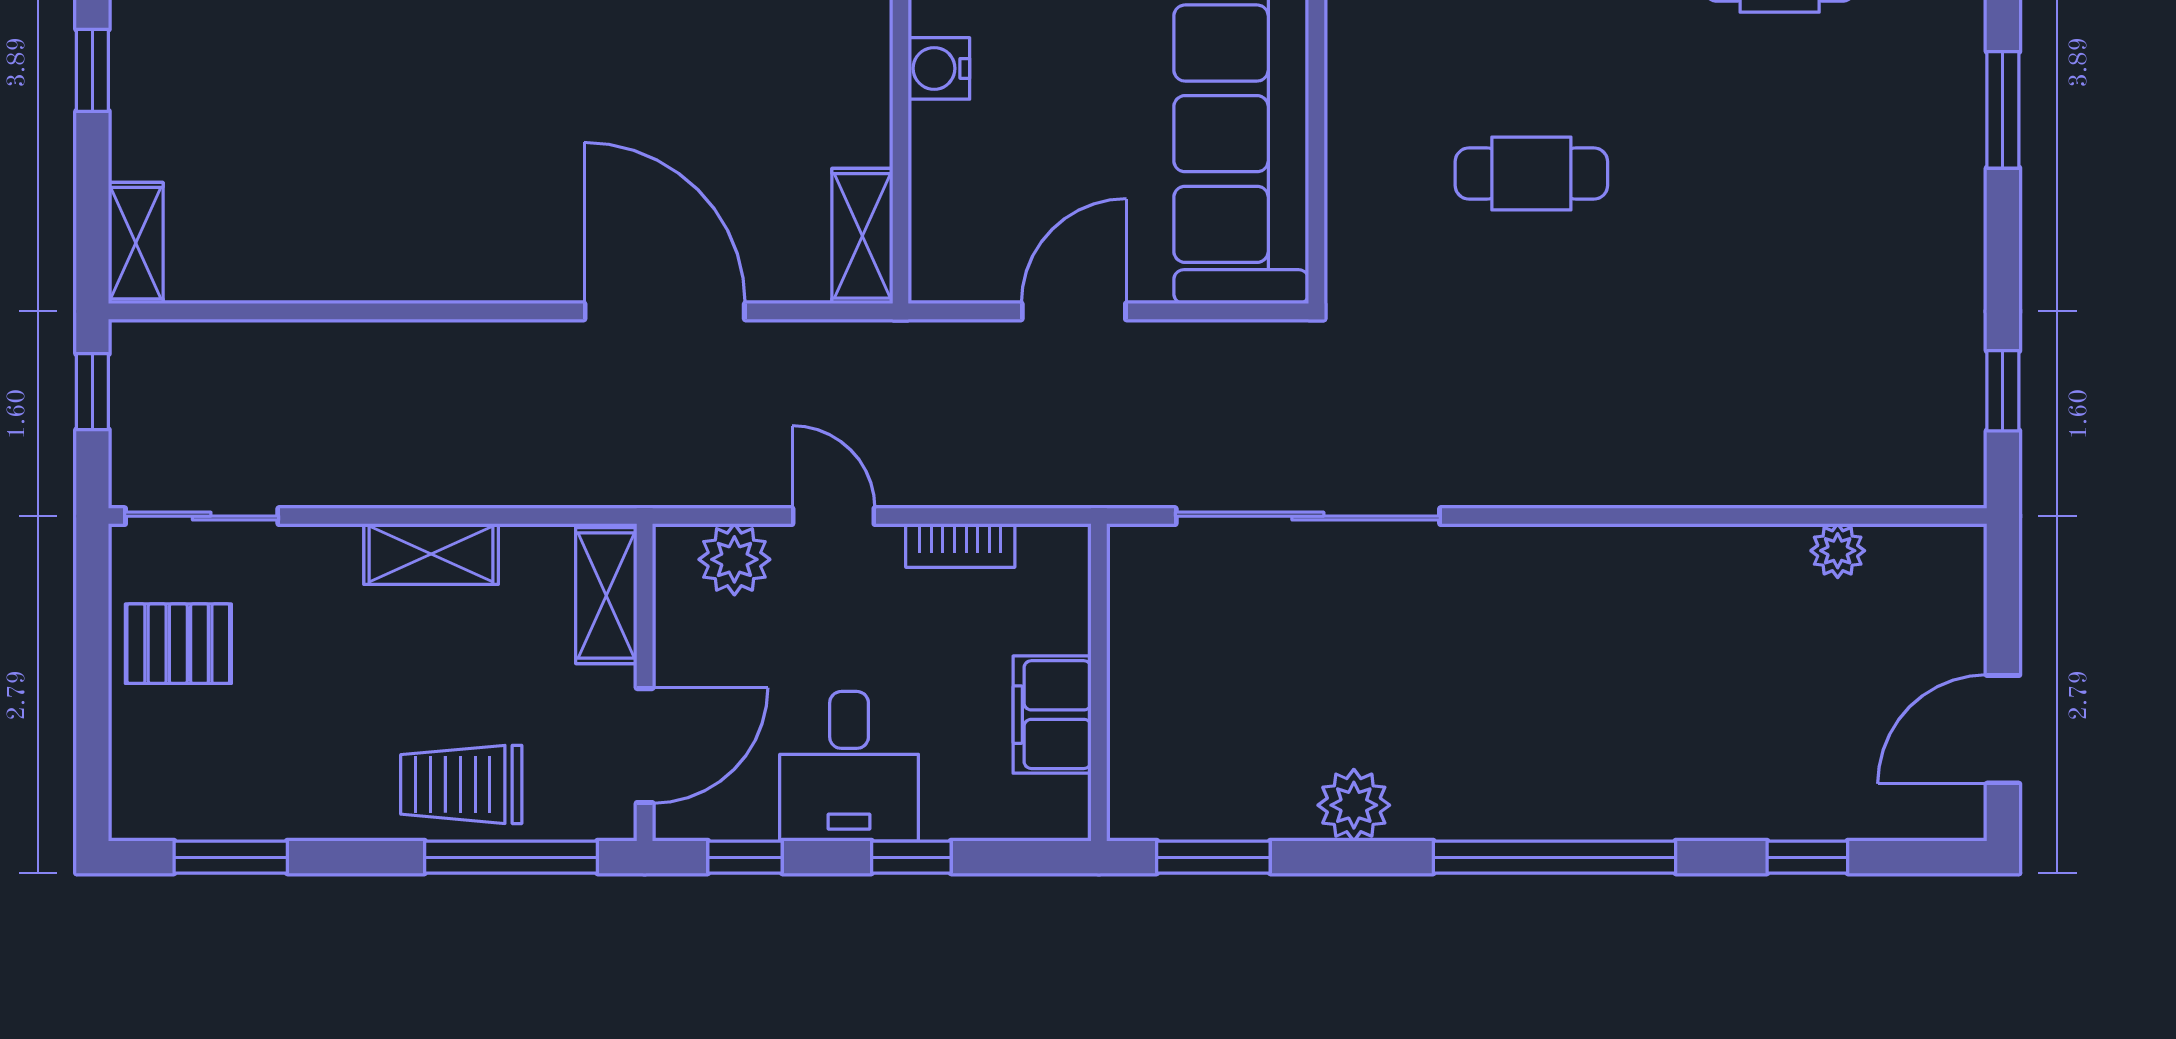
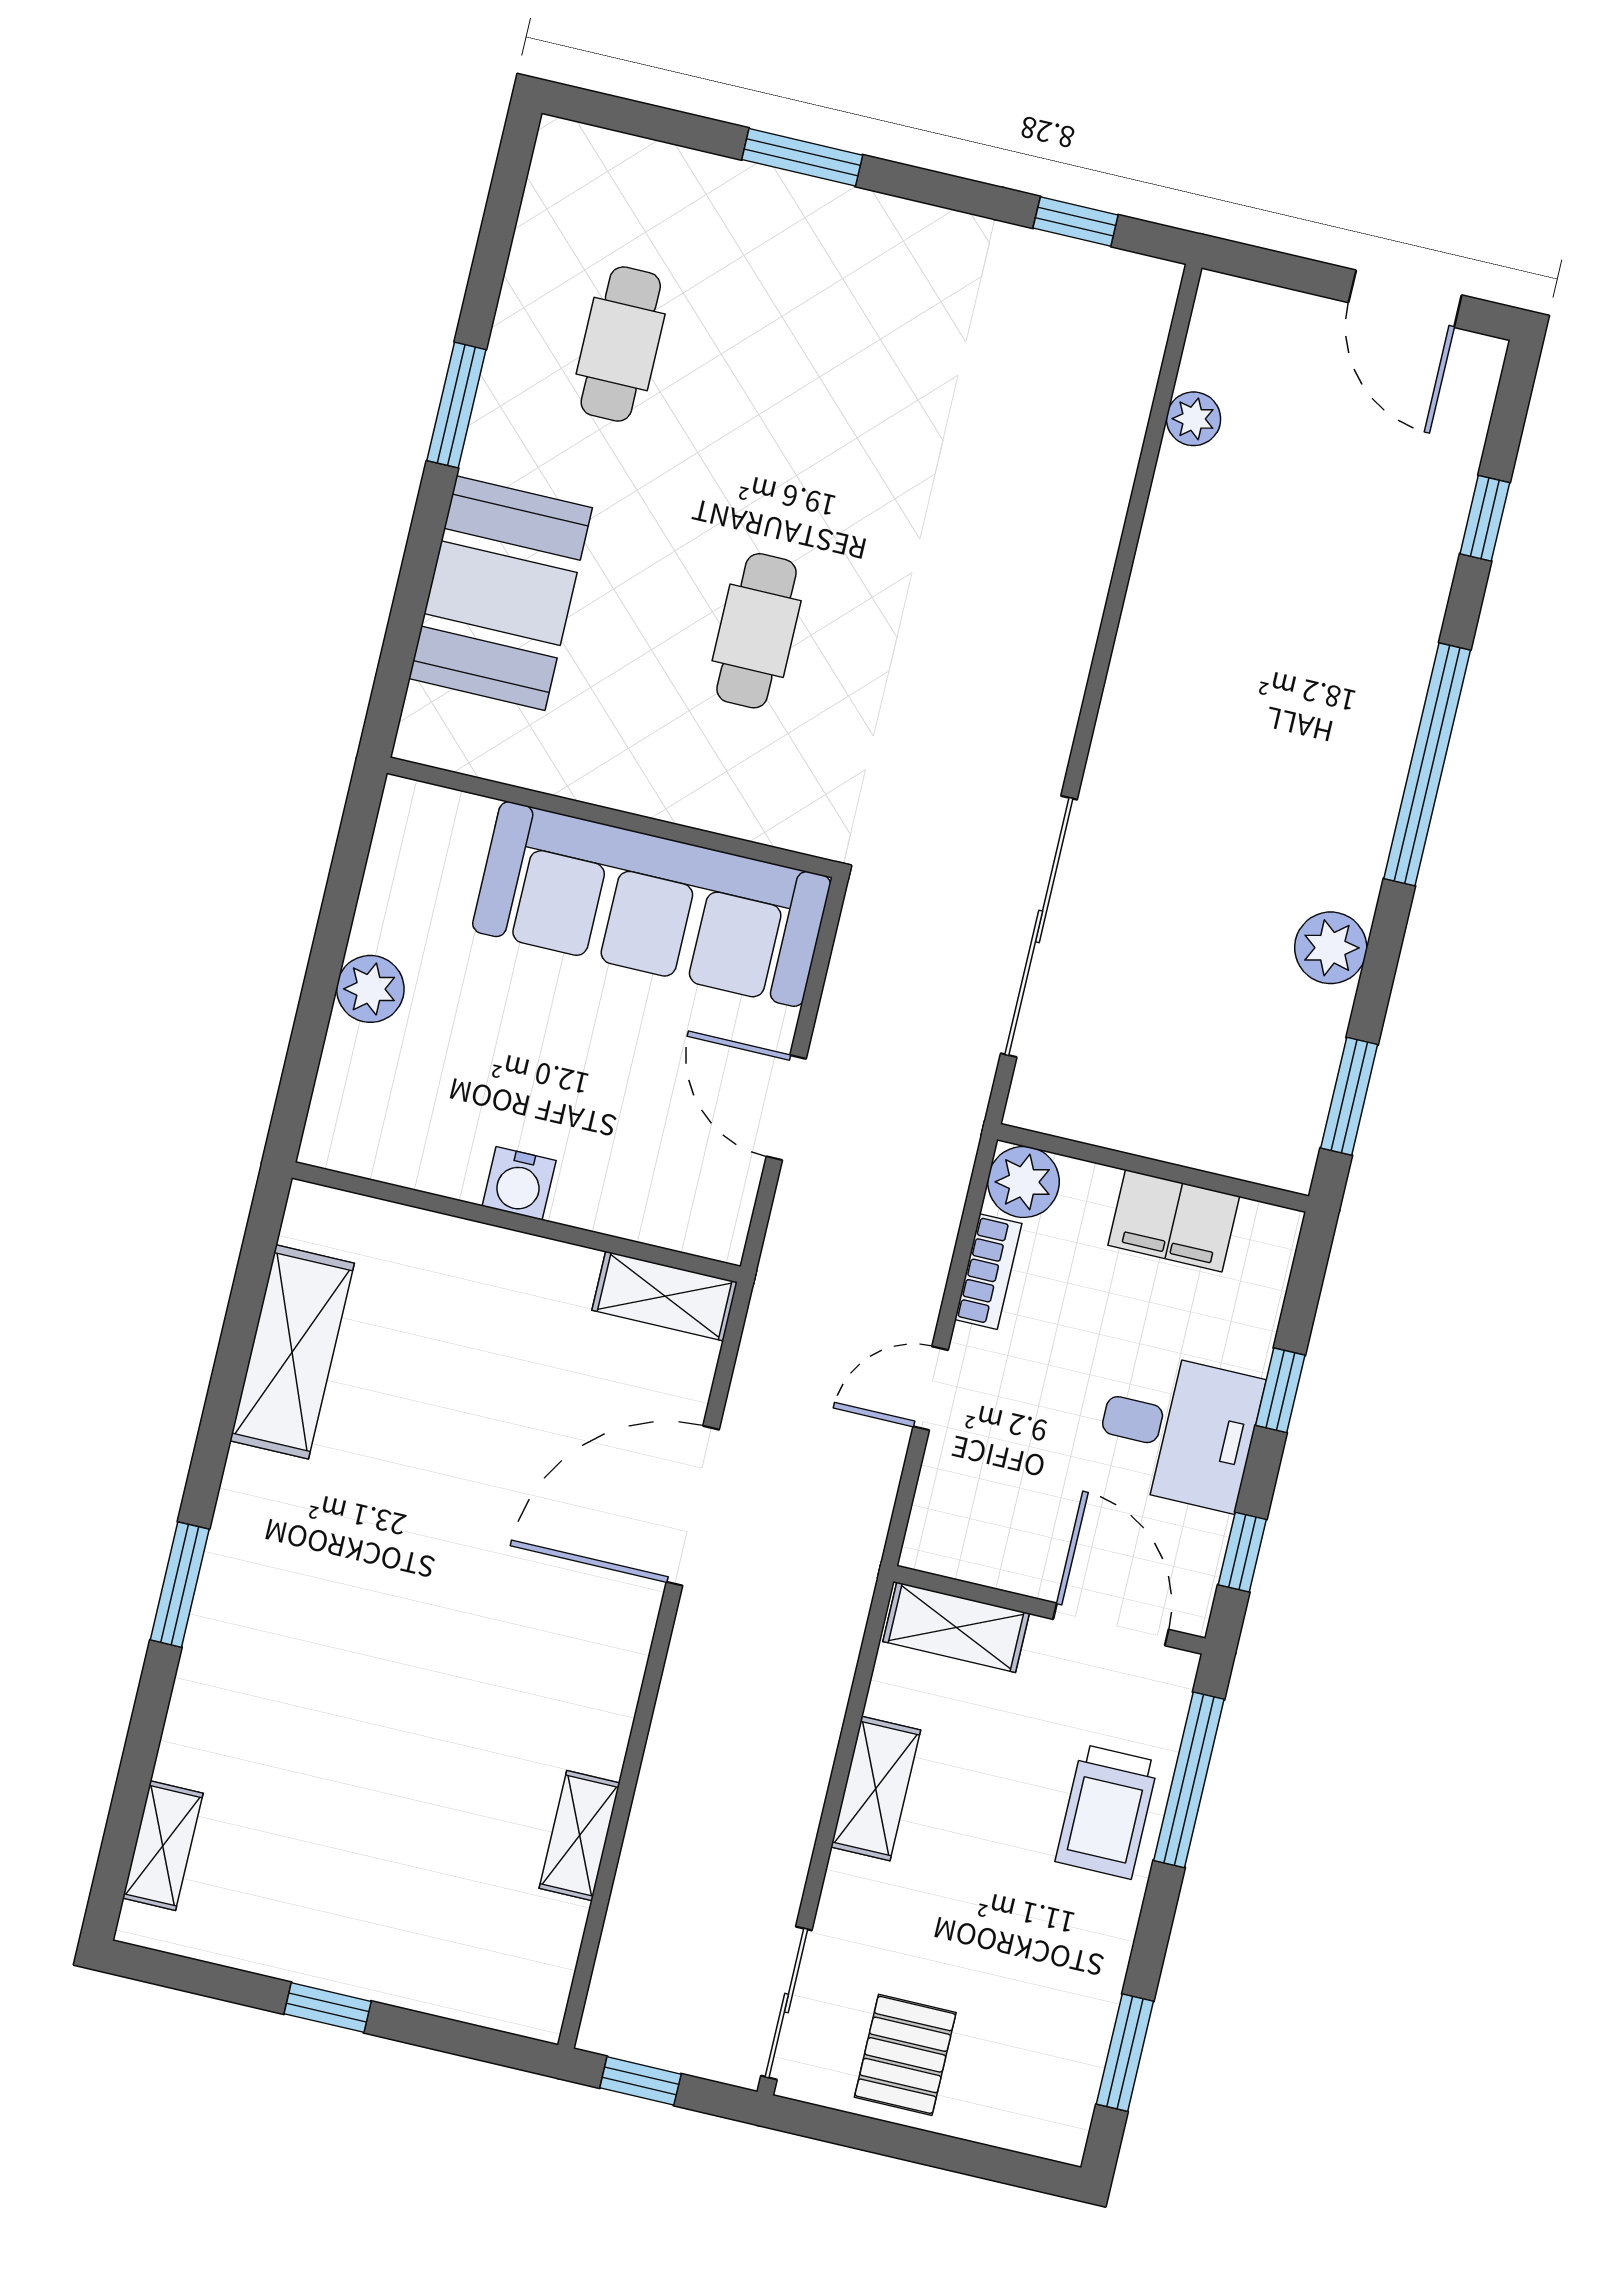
shelving: (136, 243) -> (580, 1836), moved, turned 90
plant: (734, 559) -> (1023, 1182), moved

